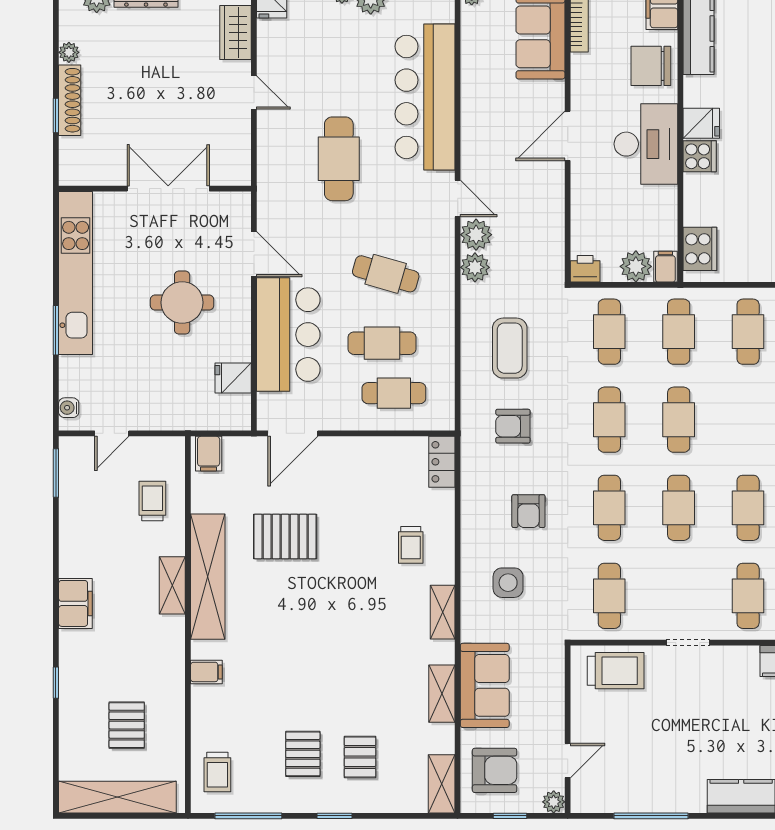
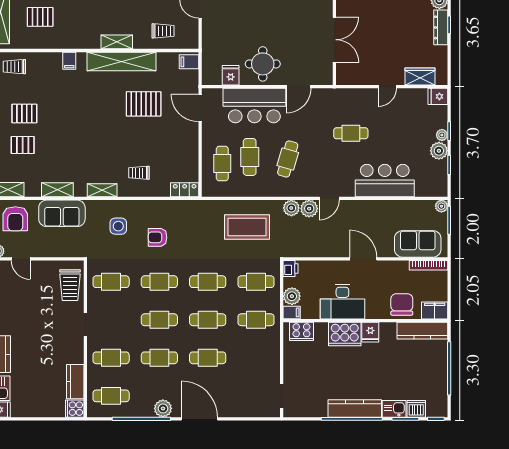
bar counter: (425, 97) -> (385, 181), width x0.73
desk: (646, 144) -> (342, 302), moved
cooker: (700, 156) -> (345, 334), width x1.87, depth x1.31
cafe table: (339, 159) -> (351, 133), width x0.73, depth x0.74
round table: (182, 303) -> (263, 64), moved
cafe table: (748, 332) -> (208, 358), moved
coffee table: (510, 348) -> (247, 227), width x1.36, depth x1.32
armchair: (513, 426) -> (204, 229), removed
pallet: (285, 536) -> (144, 104), turned 90

